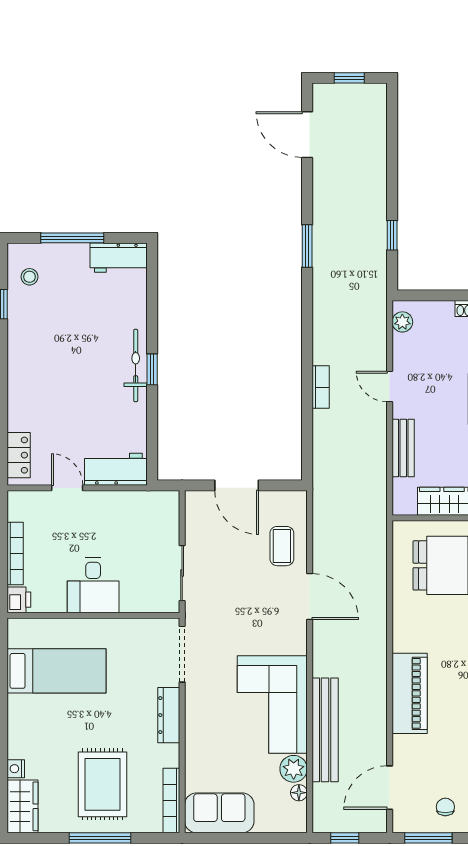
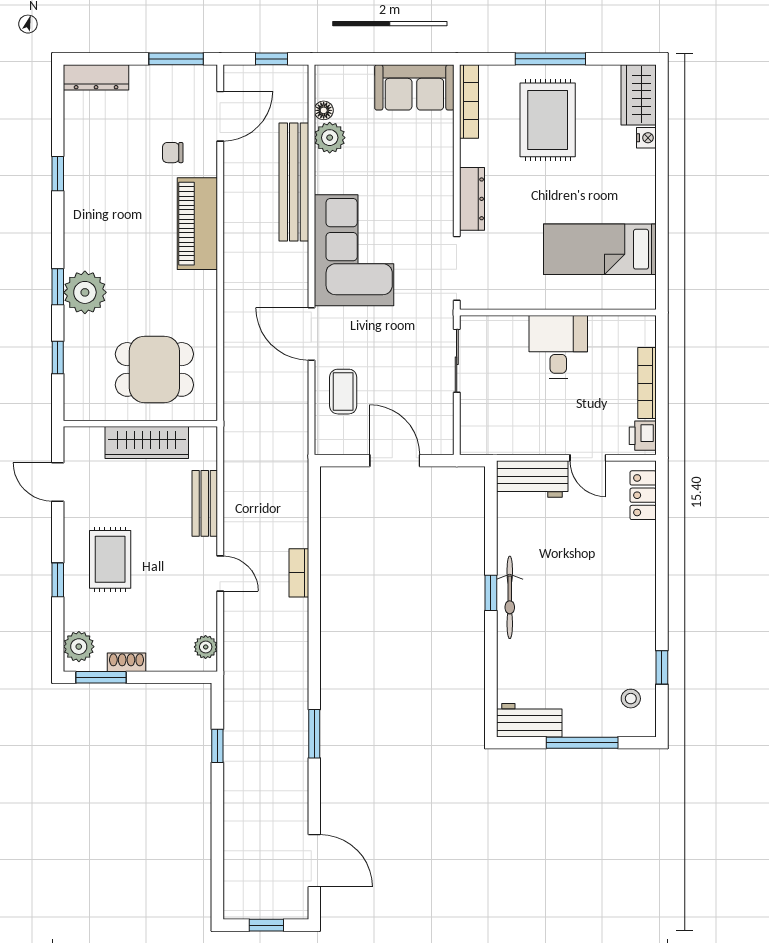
printer: (19, 600) -> (643, 436), moved
corner sofa: (272, 704) -> (354, 250), moved
chair: (445, 807) -> (173, 153), moved, turned 90

